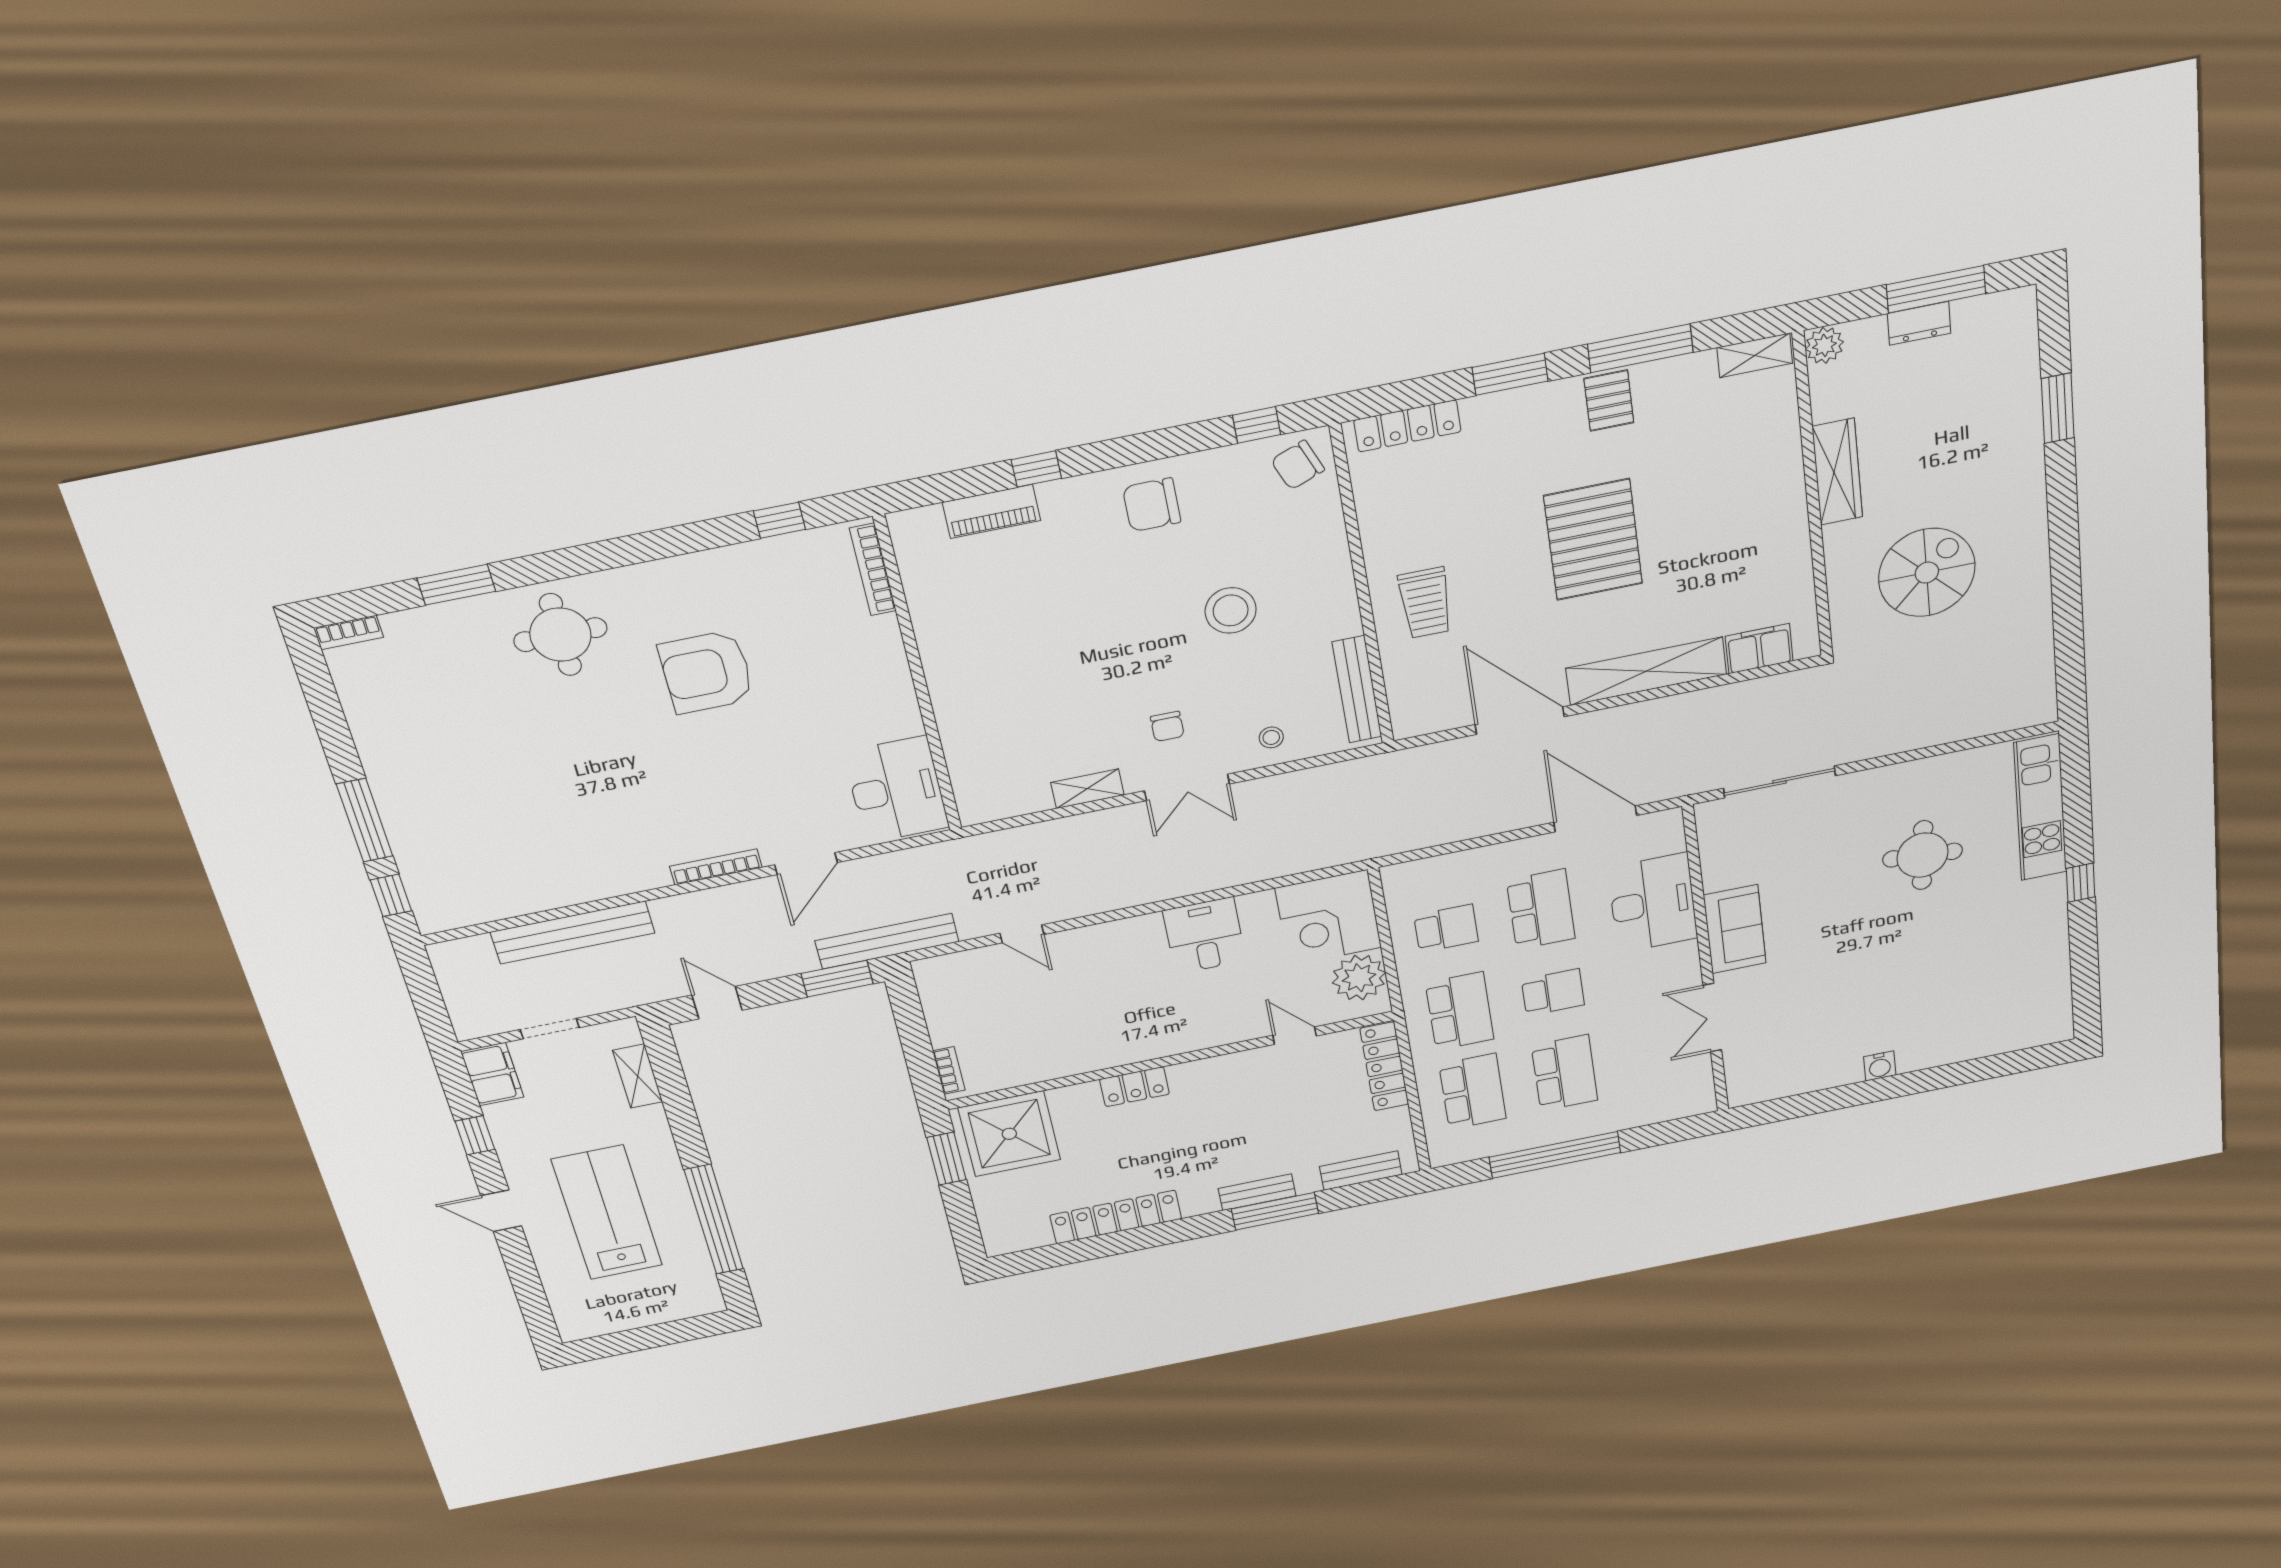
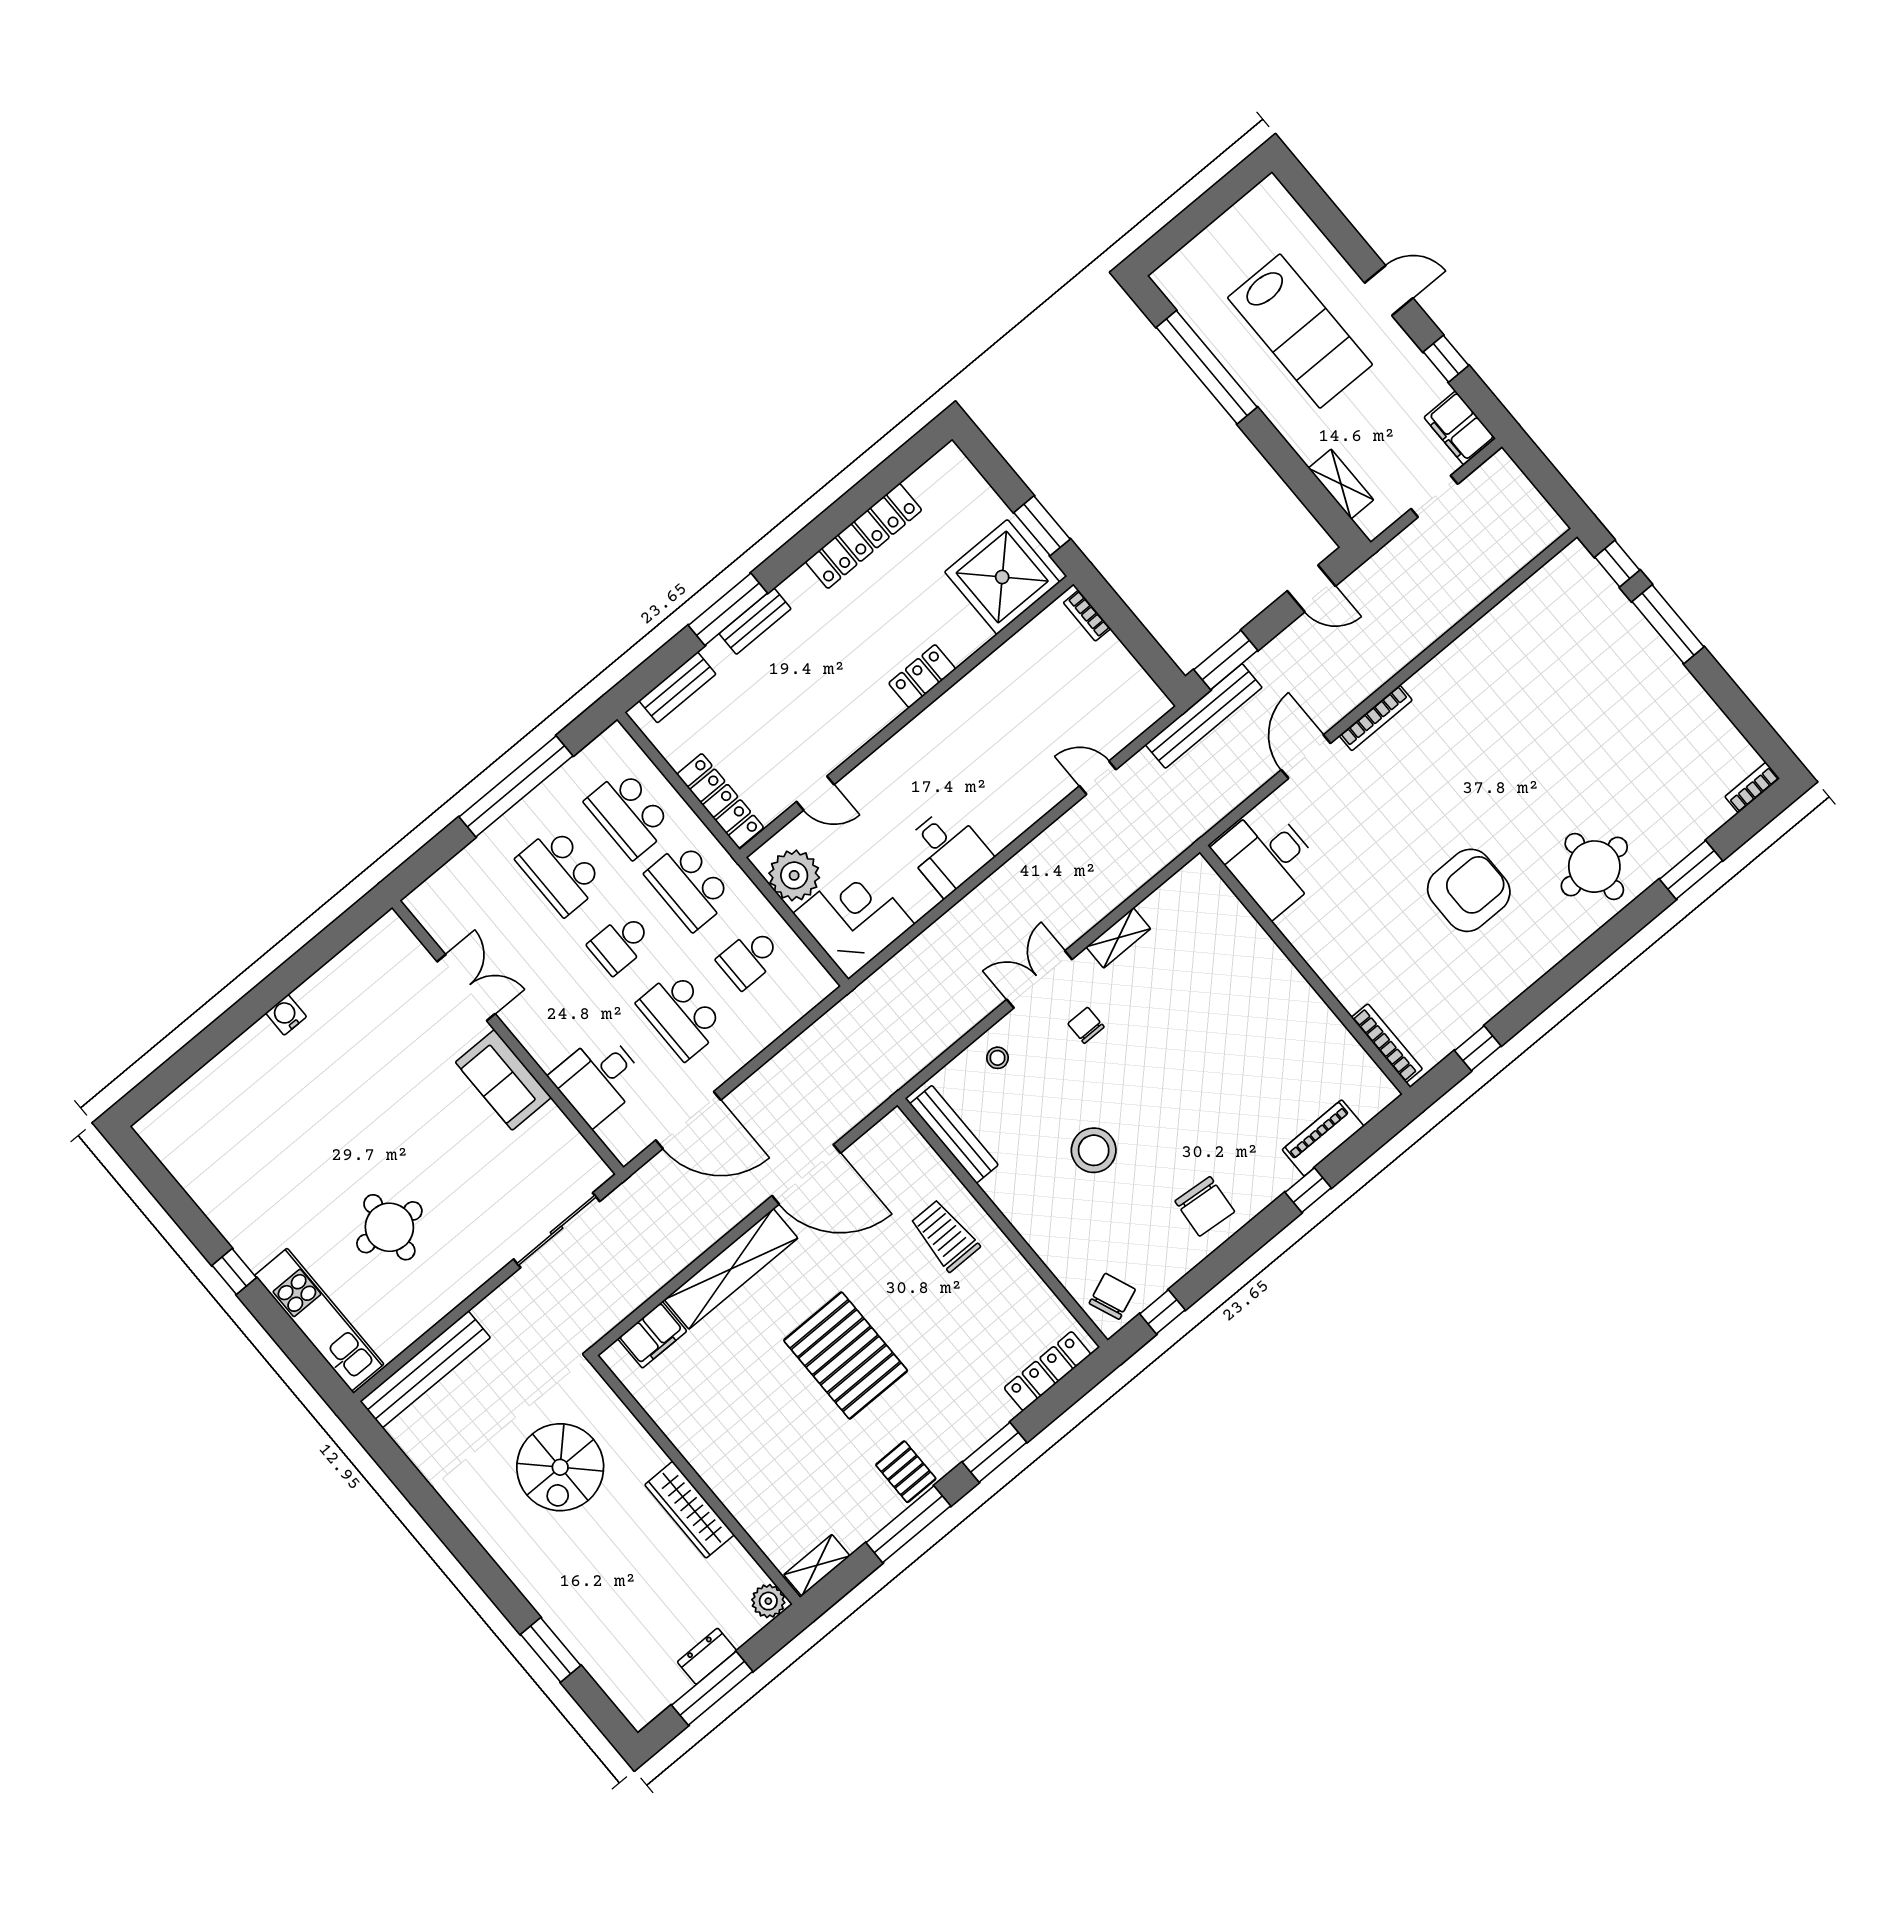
chair: (1152, 505) -> (1205, 1206), turned 95
desk: (1653, 903) -> (598, 1079), width x0.73
bench: (573, 932) -> (425, 1369), moved

